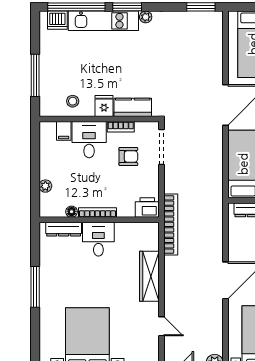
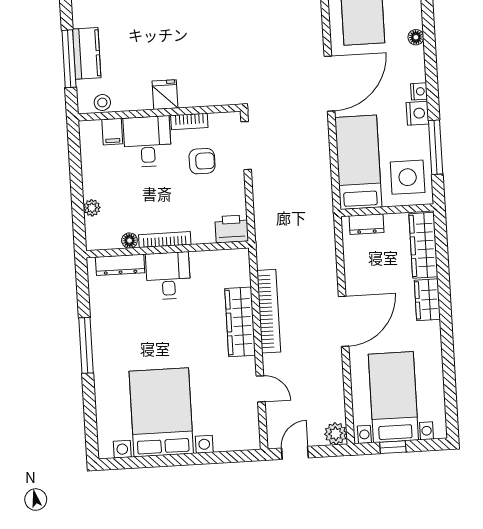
stool: (73, 101) -> (102, 102), moved
kitchen counter: (133, 107) -> (87, 53), moved, turned 90
bookcase: (171, 224) -> (269, 311), moved

